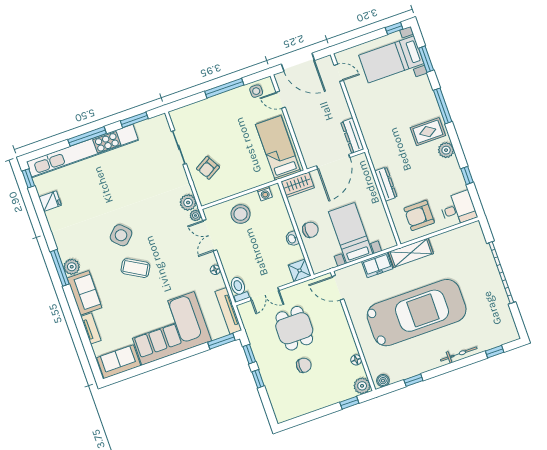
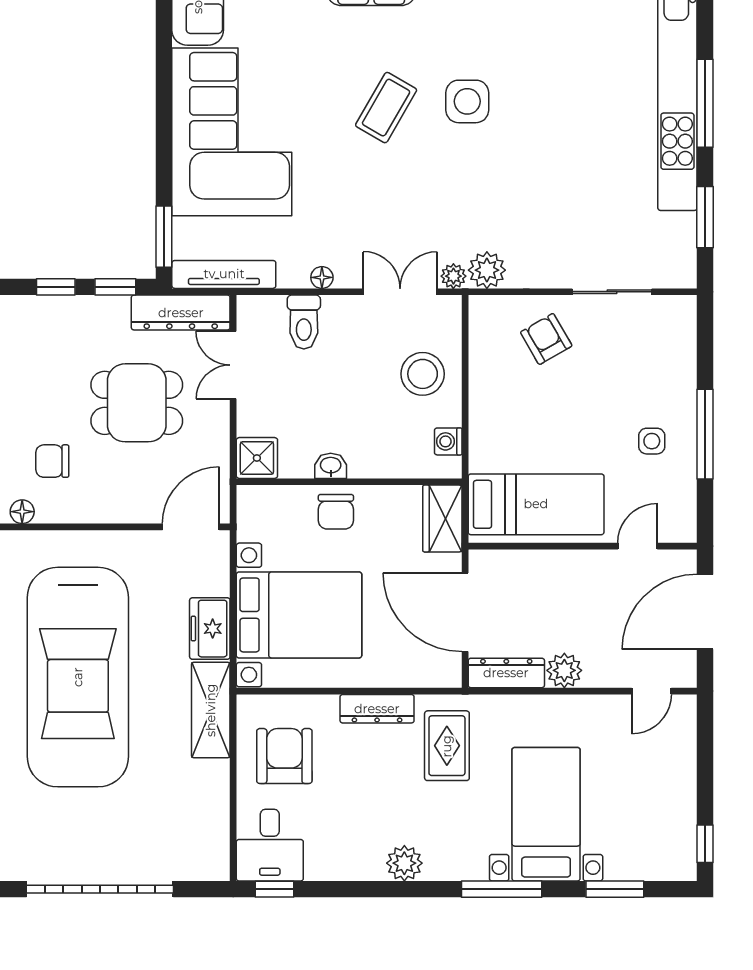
bed with nightstands: (391, 59) -> (546, 814), moved
side table: (256, 91) -> (652, 441), moved
plant: (343, 112) -> (564, 670), added
rug: (428, 132) -> (447, 746), moved
window: (467, 175) -> (275, 889), moved
bed with nightstands: (351, 233) -> (299, 615), width x1.36
side table: (121, 235) -> (467, 101), turned 45
toilet: (239, 289) -> (304, 322), moved, turned 90
dresser: (250, 323) -> (181, 313), added
chair: (304, 365) -> (52, 461), moved, turned 90

